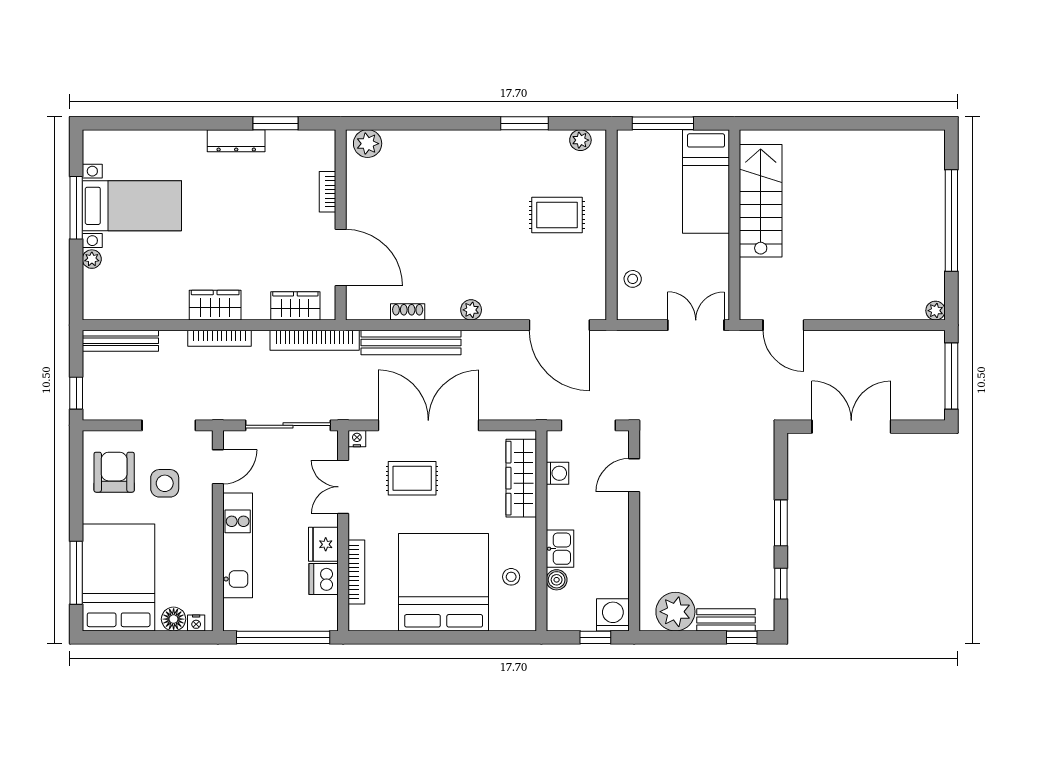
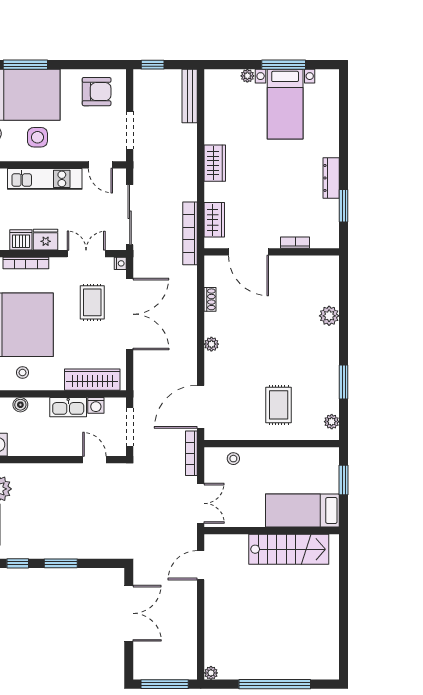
window: (663, 123) -> (344, 480), width x0.69
plant: (368, 144) -> (329, 316), moved
door: (341, 258) -> (248, 252), hinge flipped
bookcase: (219, 338) -> (191, 453), moved
bench: (411, 343) -> (188, 302), removed
side table: (165, 483) -> (37, 137), moved
kitchen sink: (560, 549) -> (68, 407), moved, width x1.38

